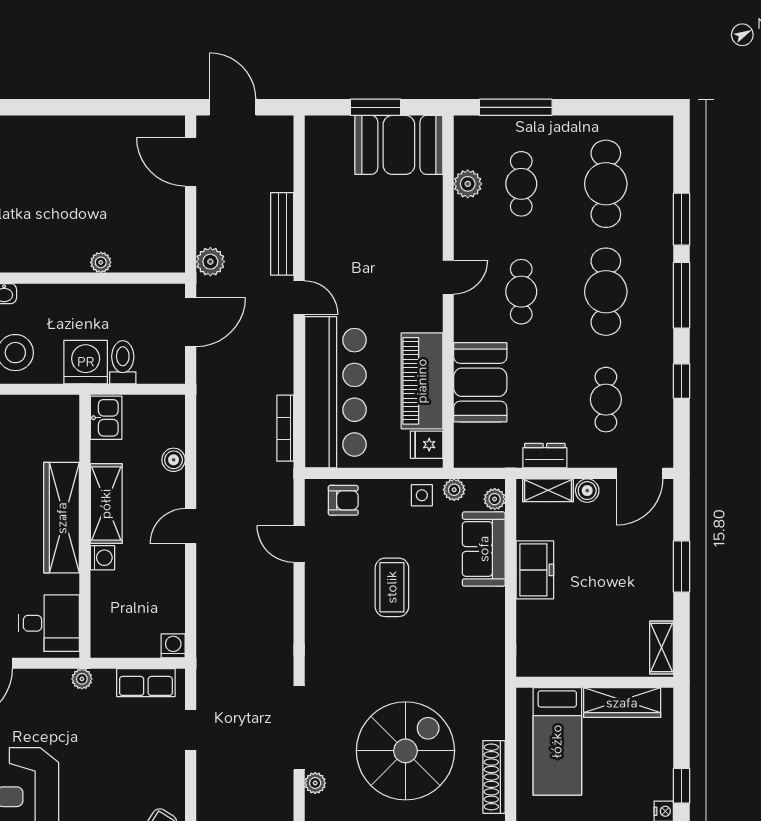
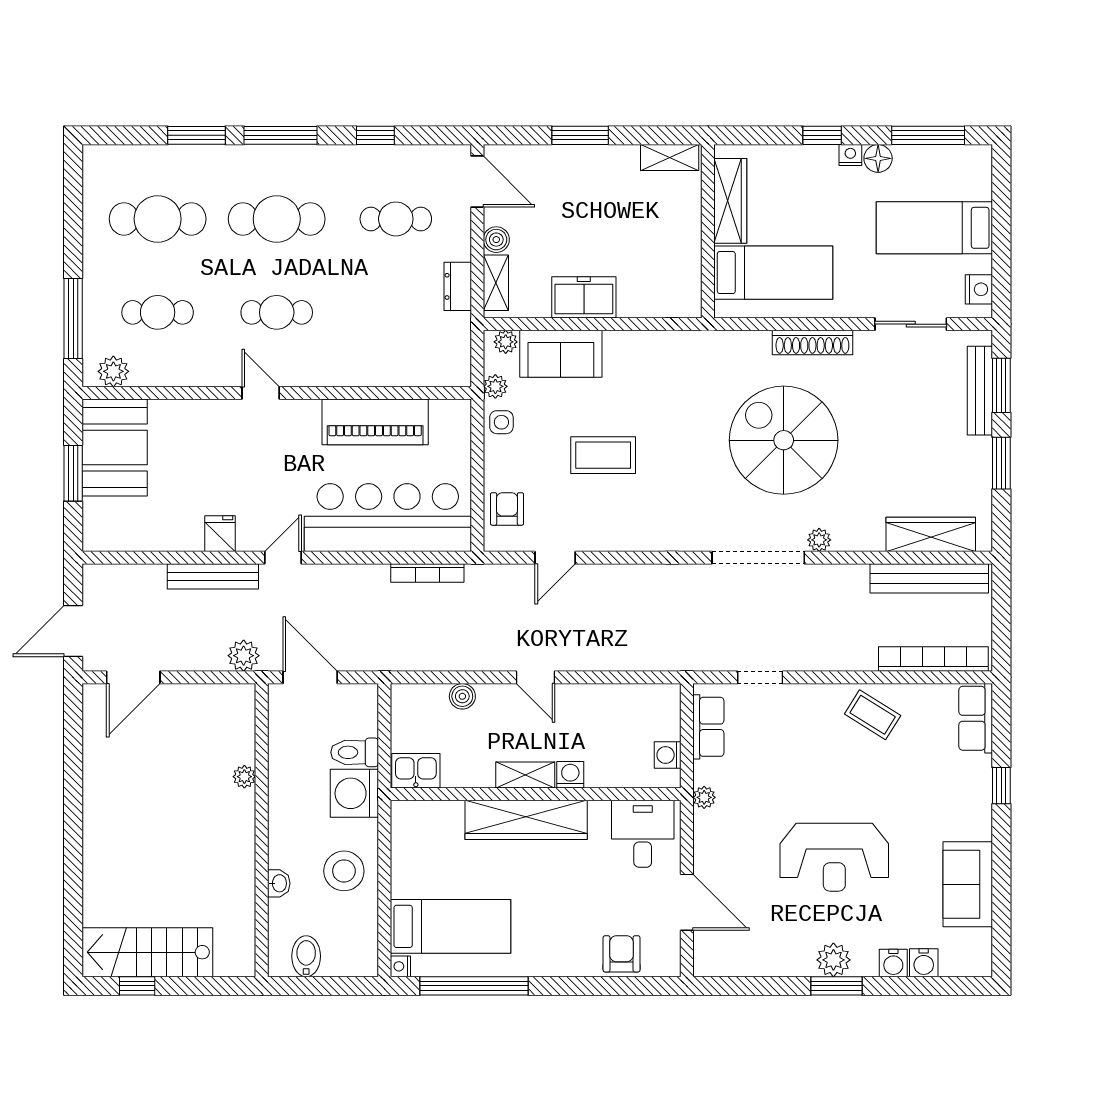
plant: (468, 184) -> (113, 371), moved
booth: (480, 382) -> (377, 358), removed
fridge: (427, 445) -> (220, 534), moved, turned 180
shelving: (106, 504) -> (525, 775), width x0.67, depth x0.75
washing machine: (173, 646) -> (668, 755), moved

